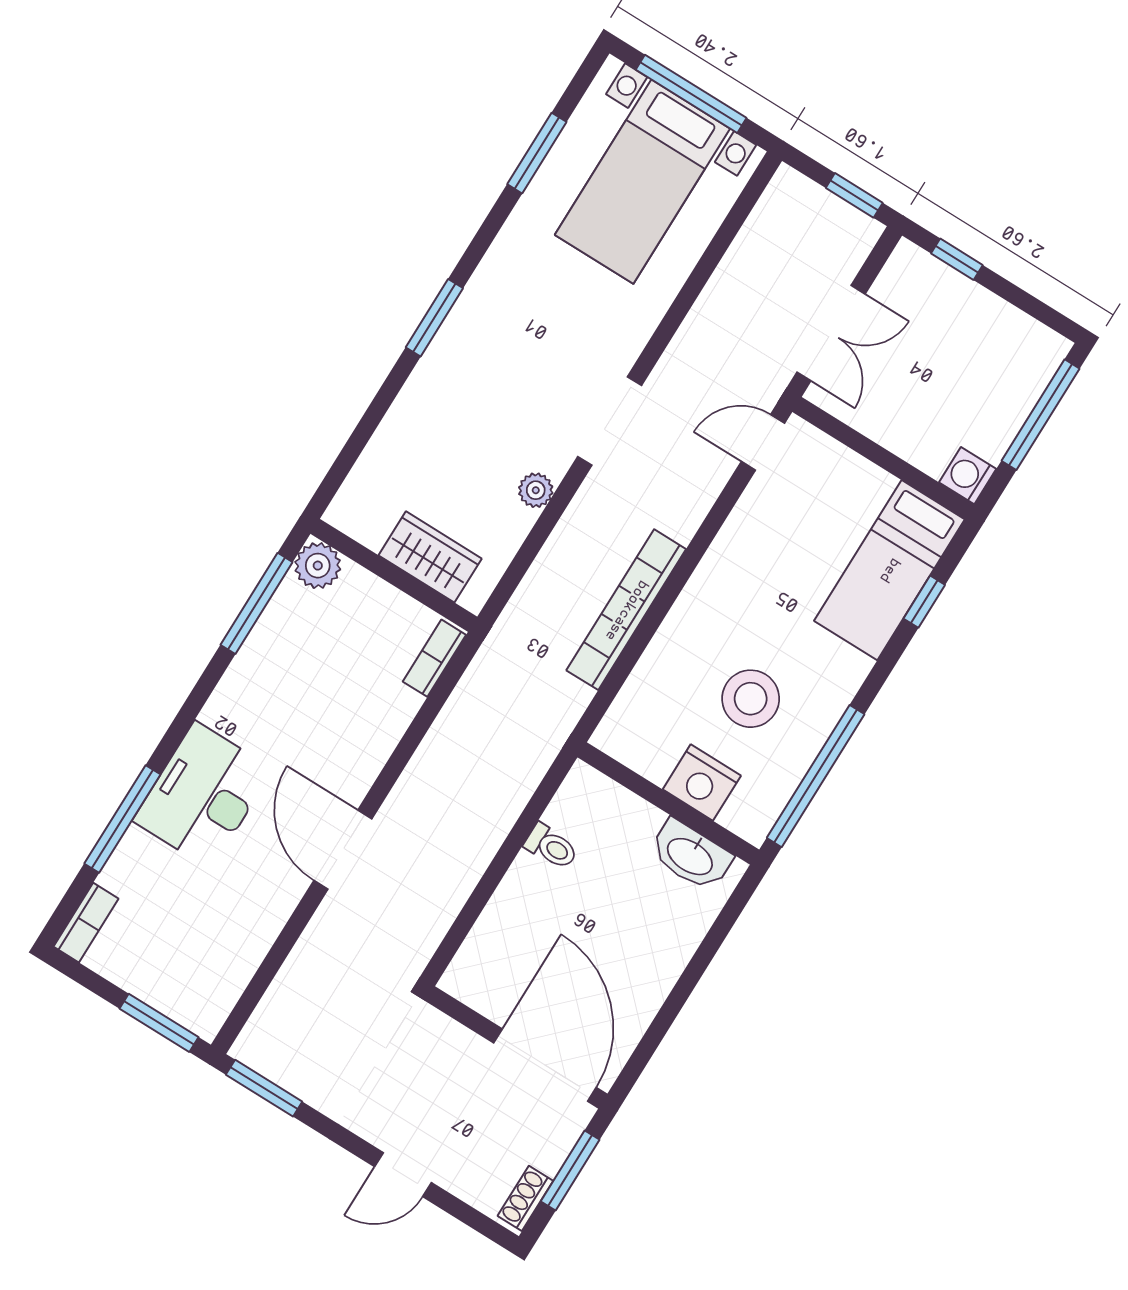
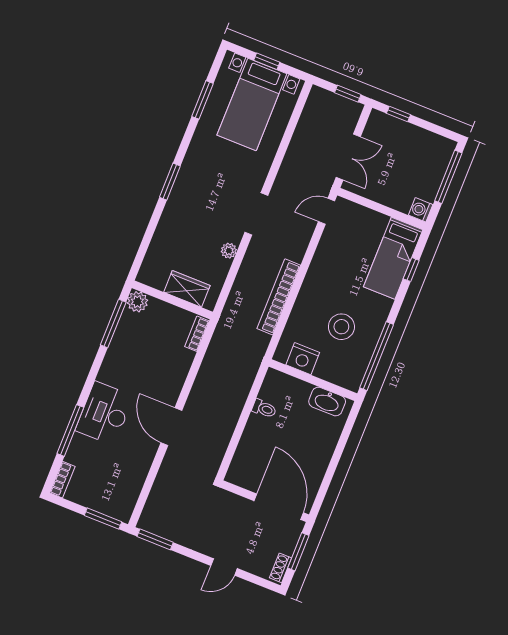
window: (691, 94) -> (267, 61), width x0.46
nightstand: (702, 783) -> (303, 359), moved

